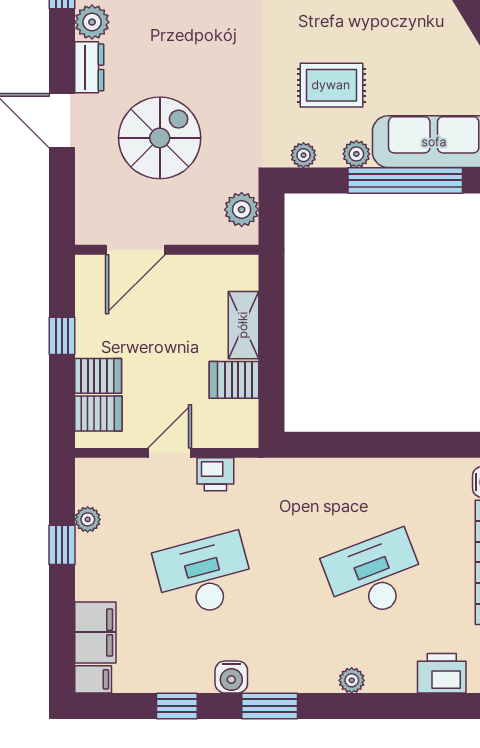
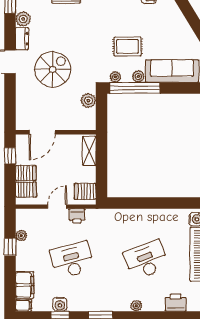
window: (405, 180) -> (135, 88), moved
door: (135, 250) -> (42, 132), moved
wall: (167, 250) -> (56, 132), moved
server rack: (234, 380) -> (85, 191), moved
water cooler: (231, 677) -> (60, 304), moved

